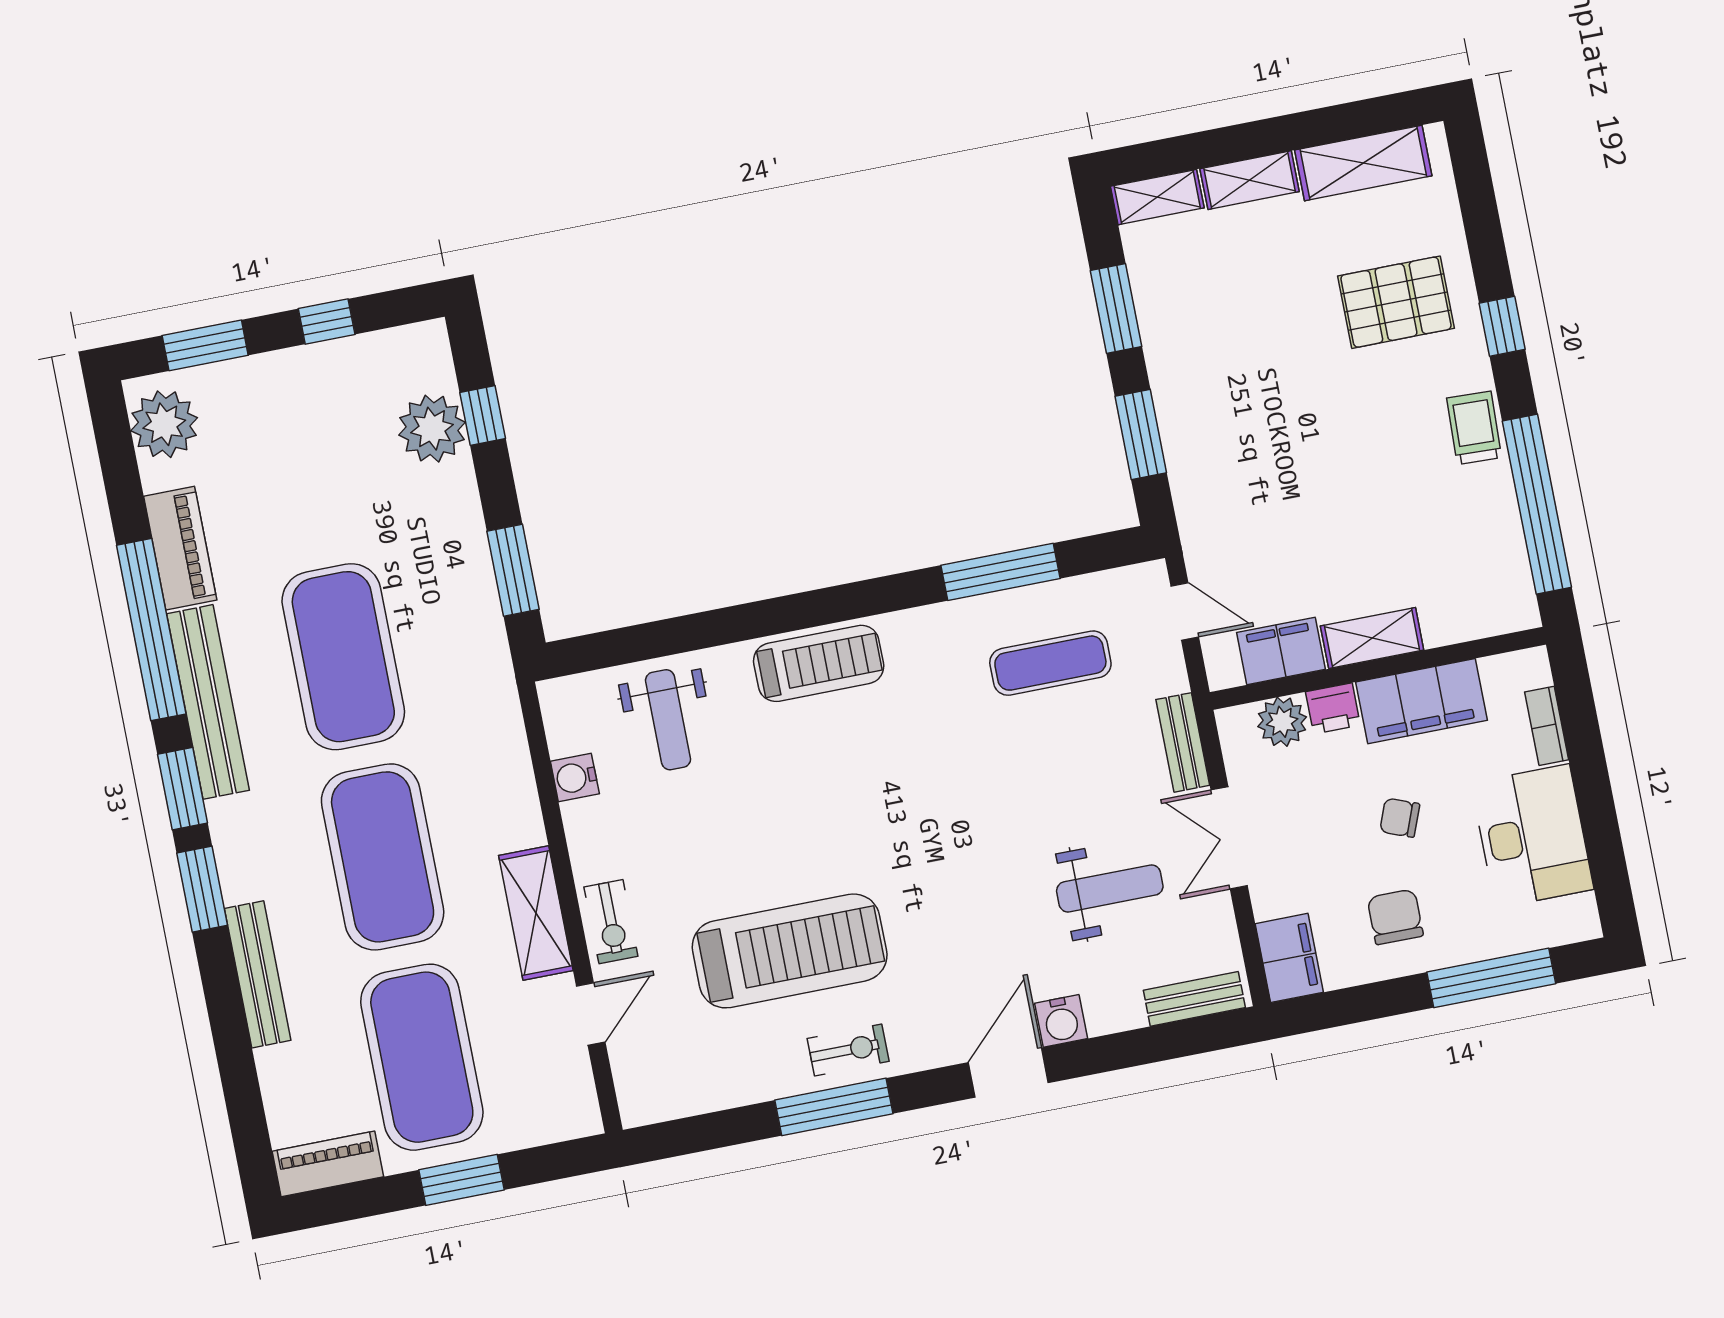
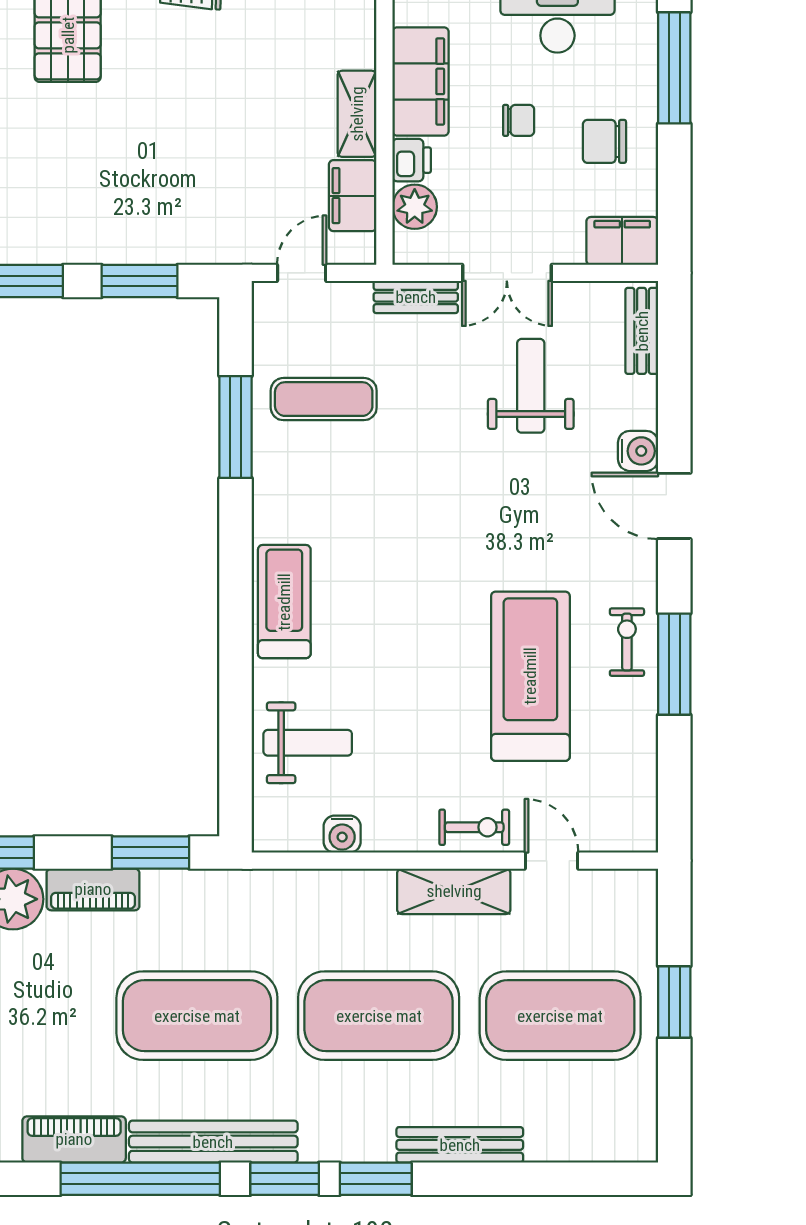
exercise mat: (1050, 663) -> (324, 399), turned 90
chair: (1400, 818) -> (519, 120), turned -111
piano: (328, 1164) -> (93, 889), moved, turned -90

